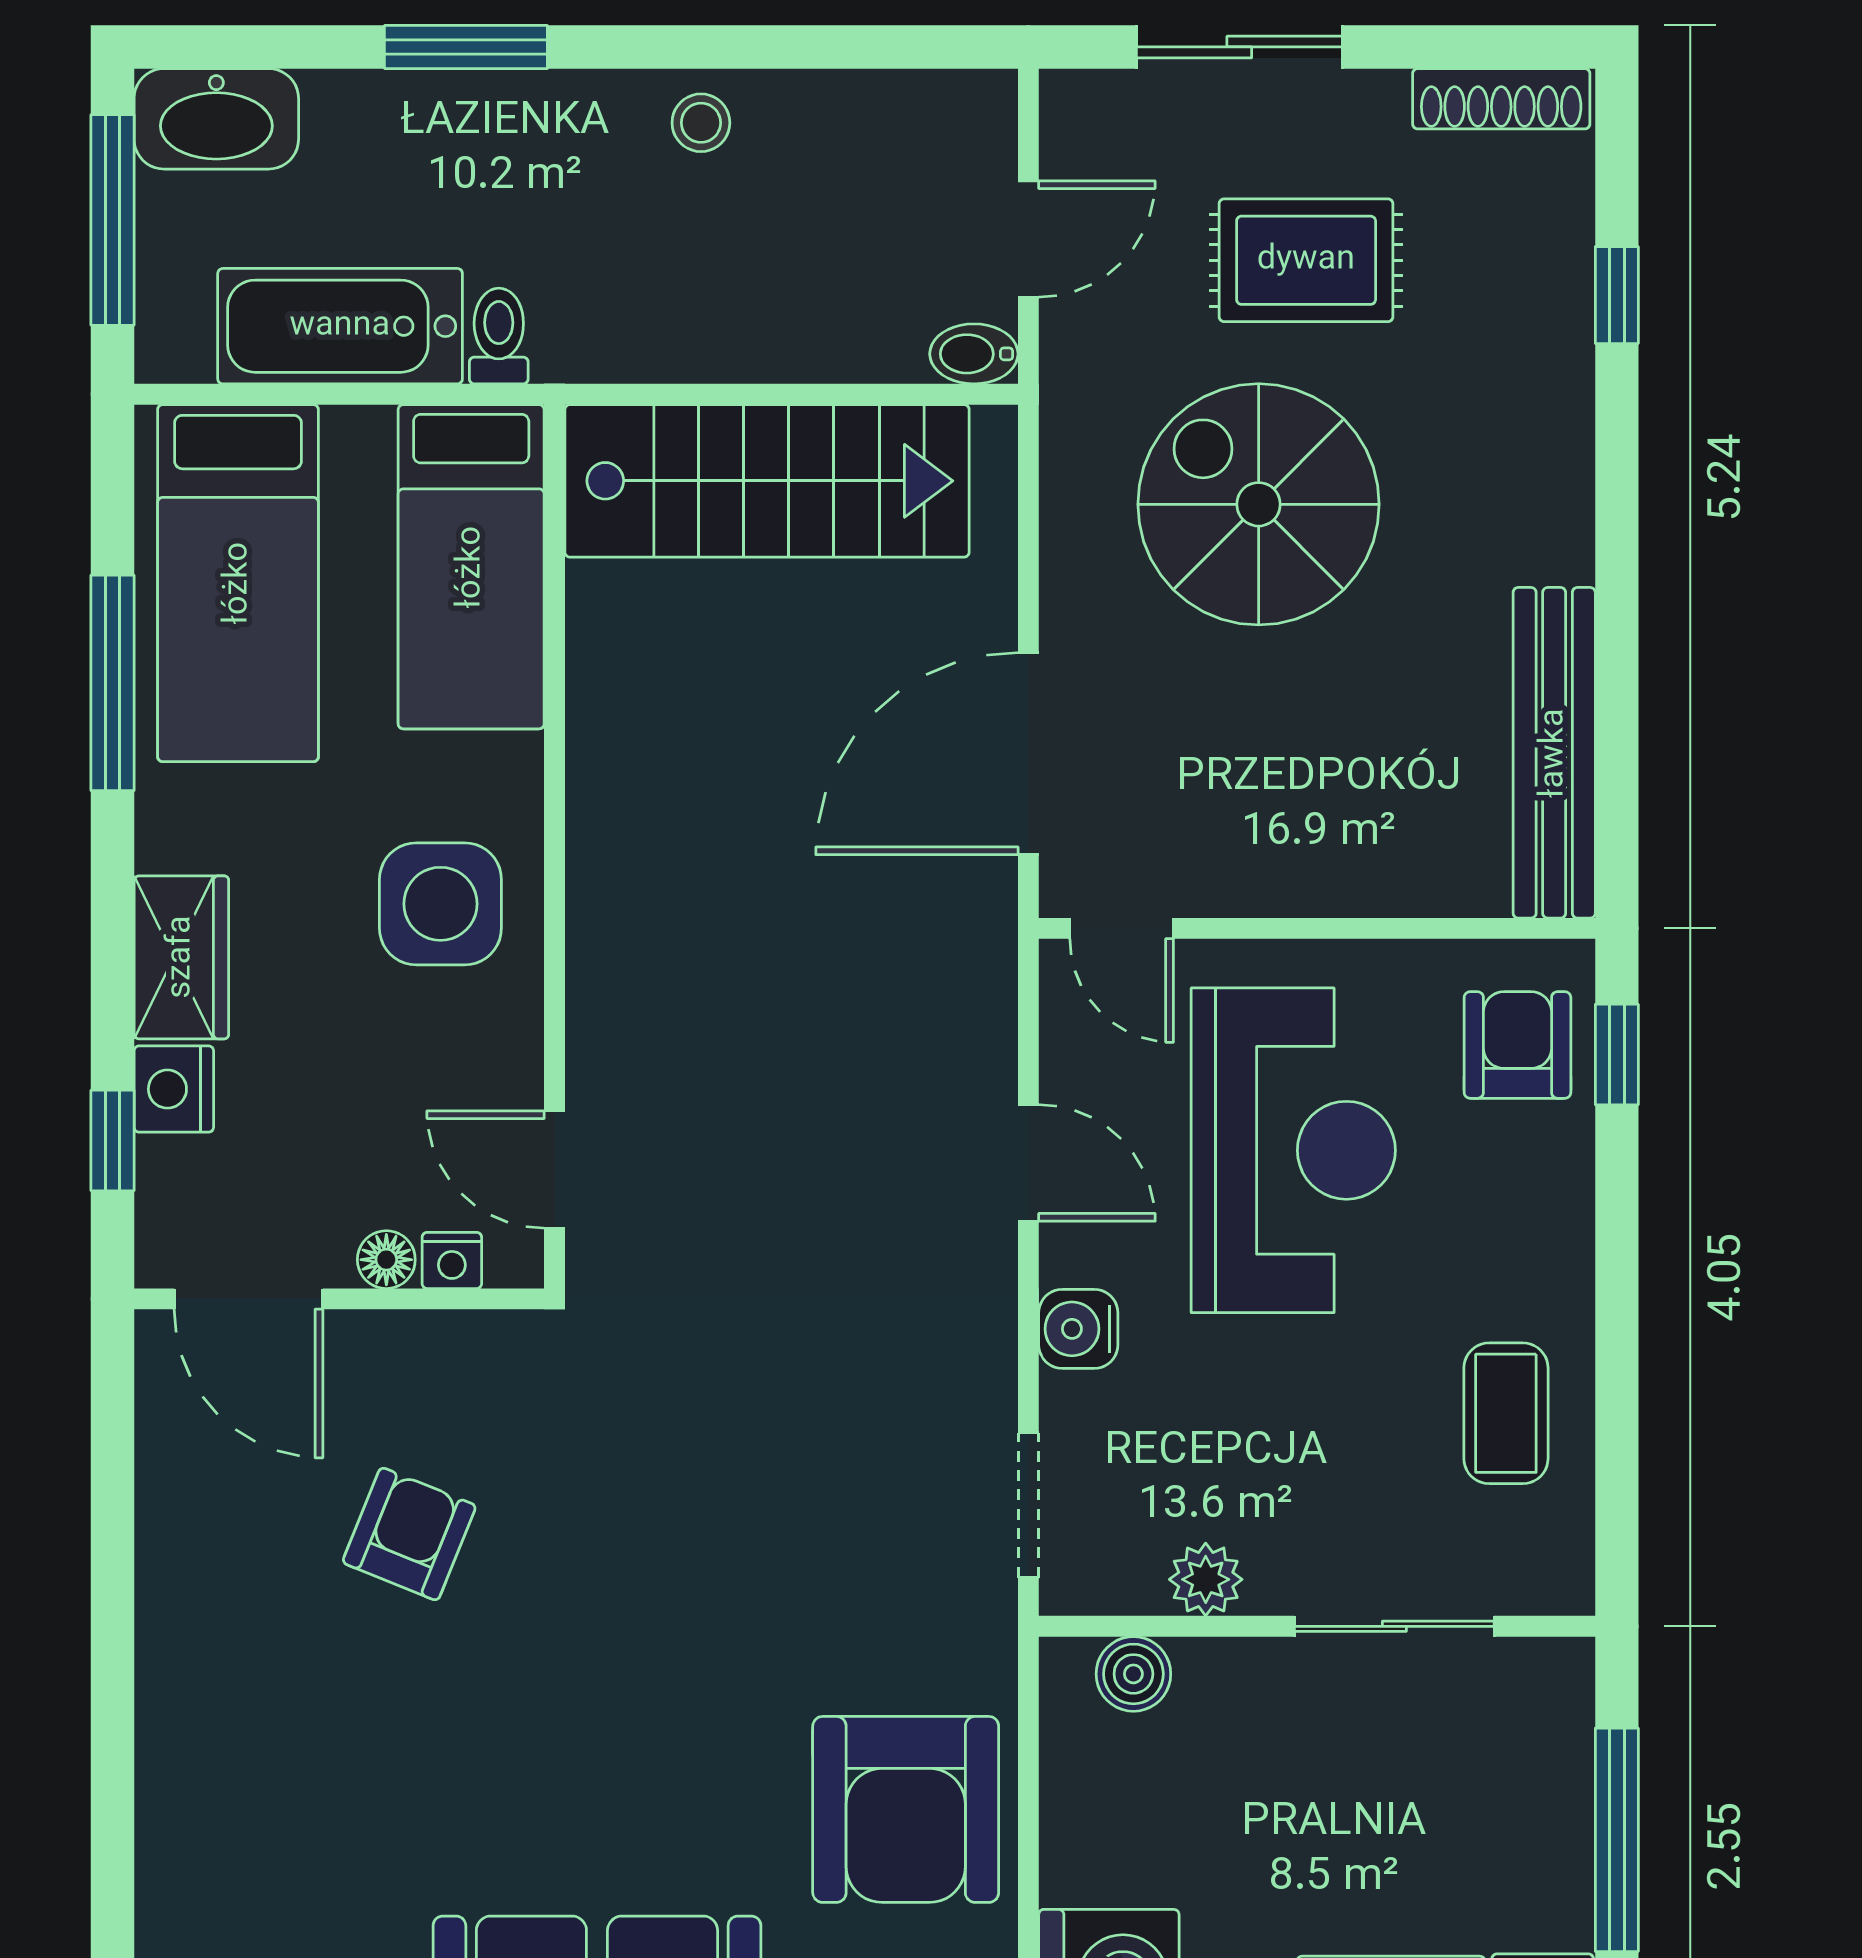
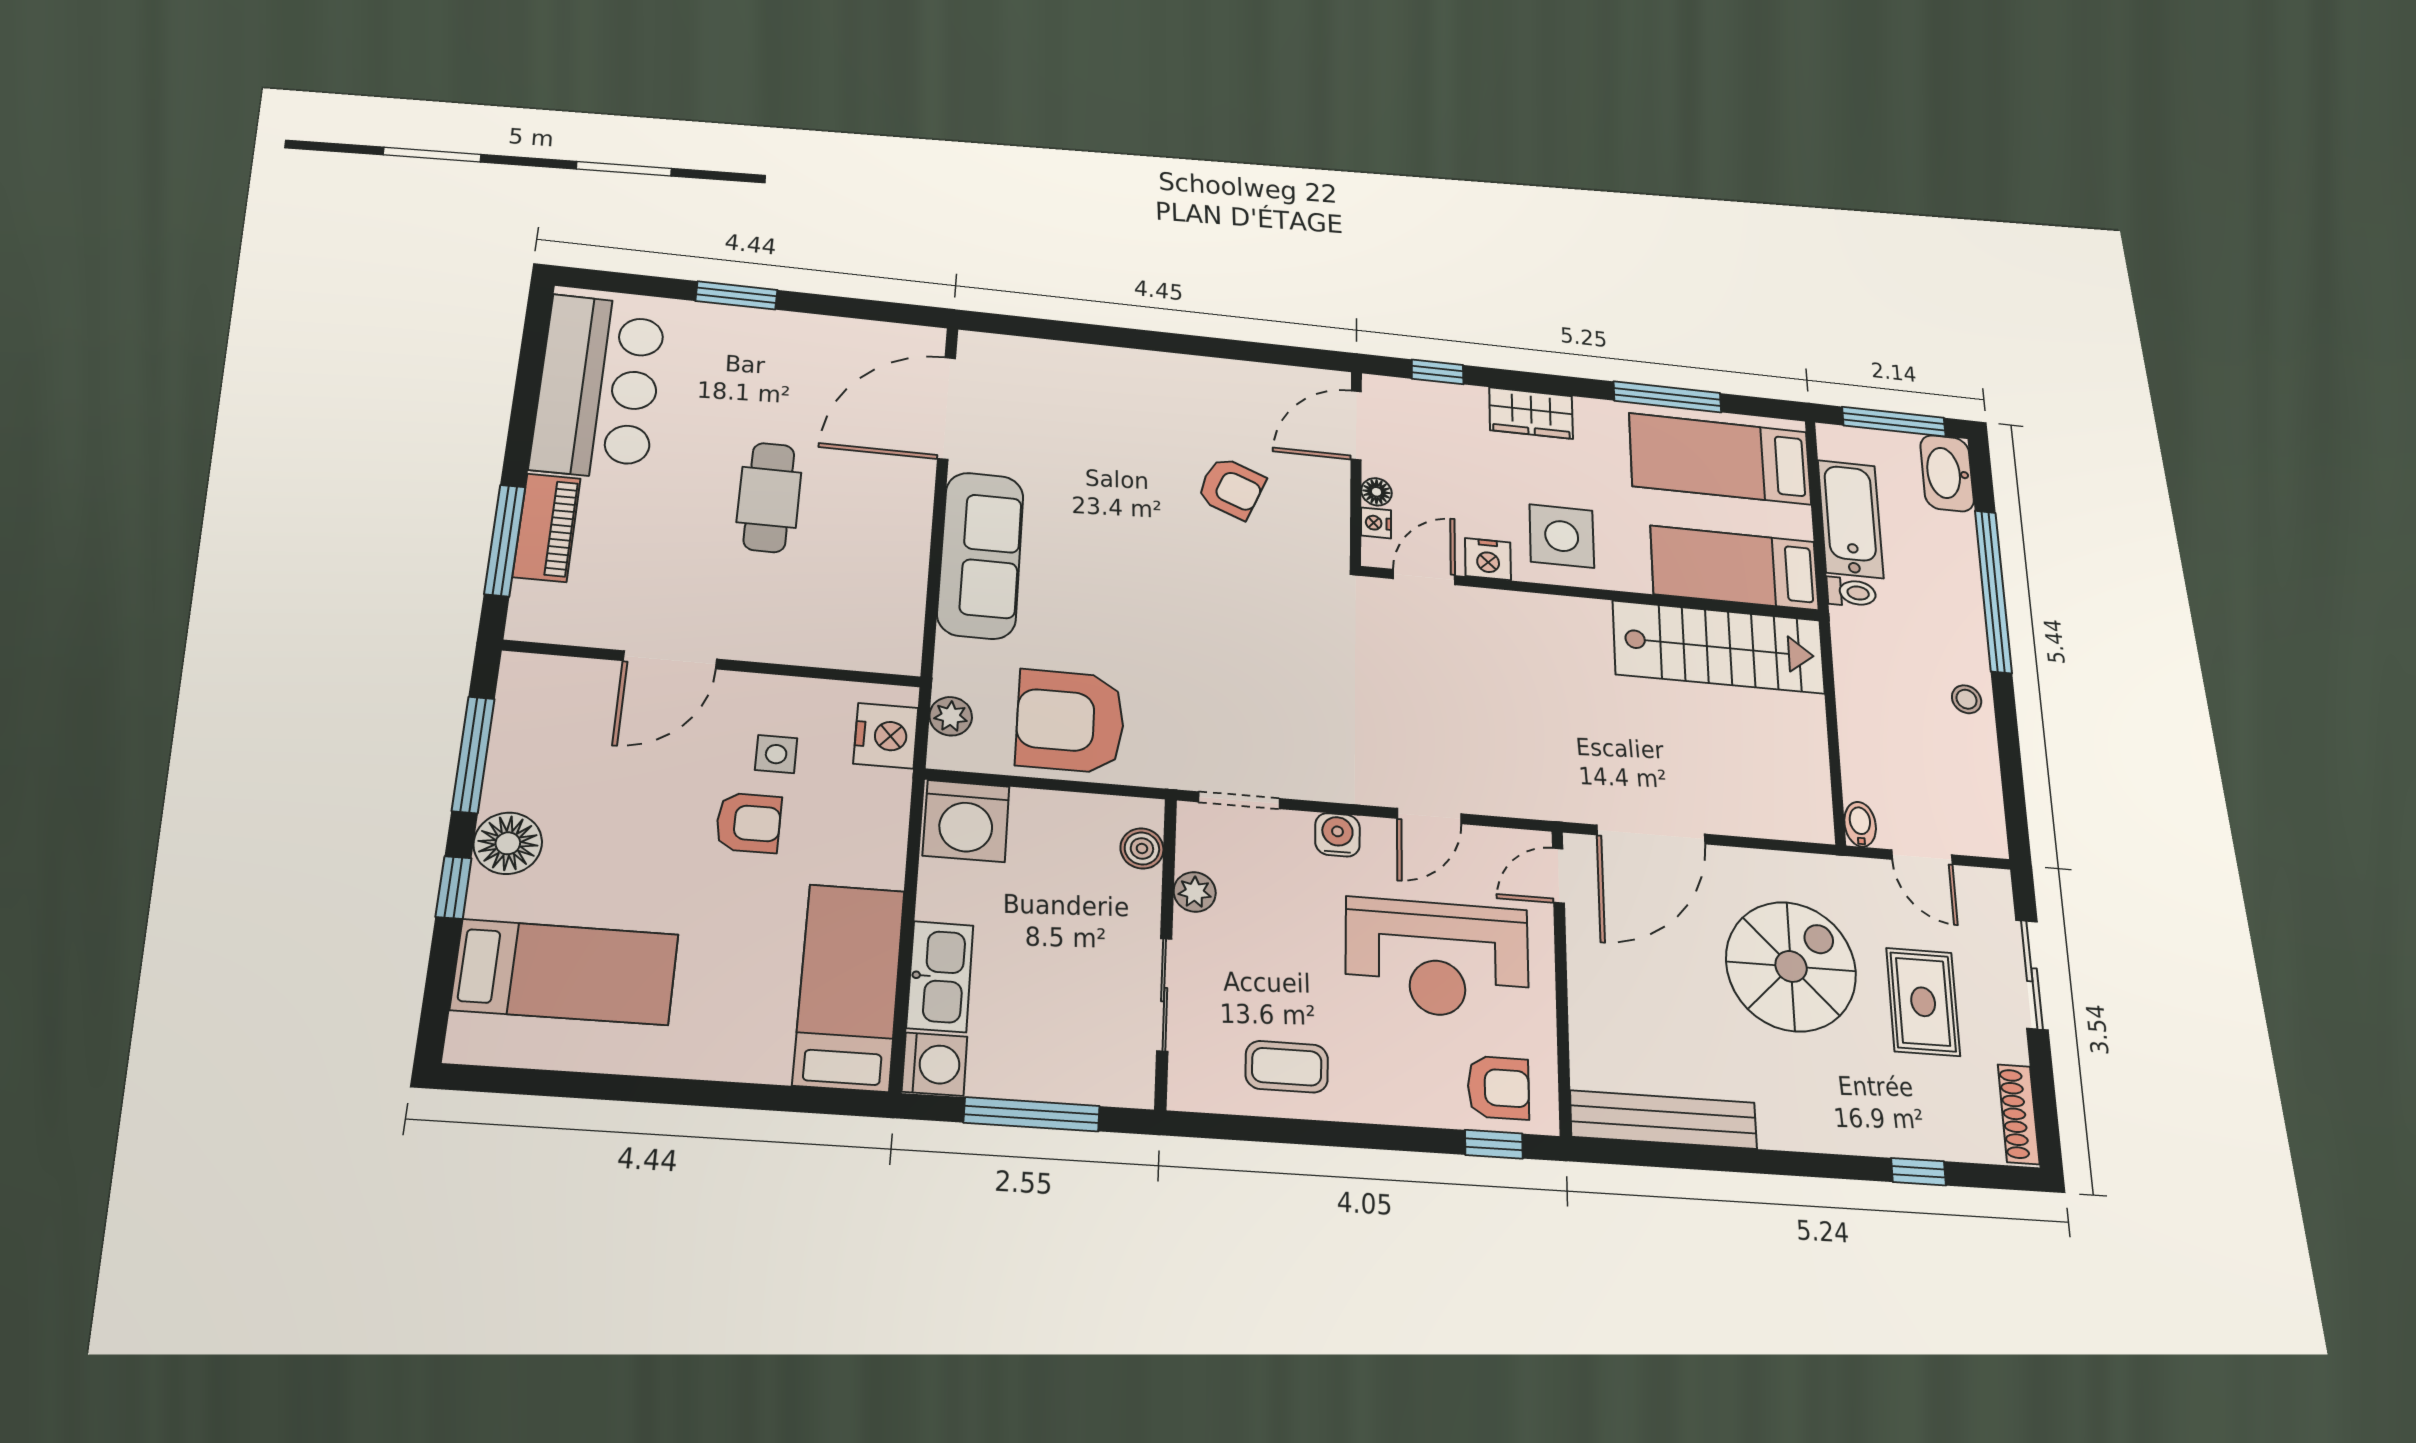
window: (466, 47) -> (1993, 591), width x2.11
stairs: (767, 481) -> (1719, 647), moved, turned -90
door: (1028, 754) -> (1651, 835), swing flipped
nightstand: (174, 1089) -> (1488, 559), moved, turned 180

